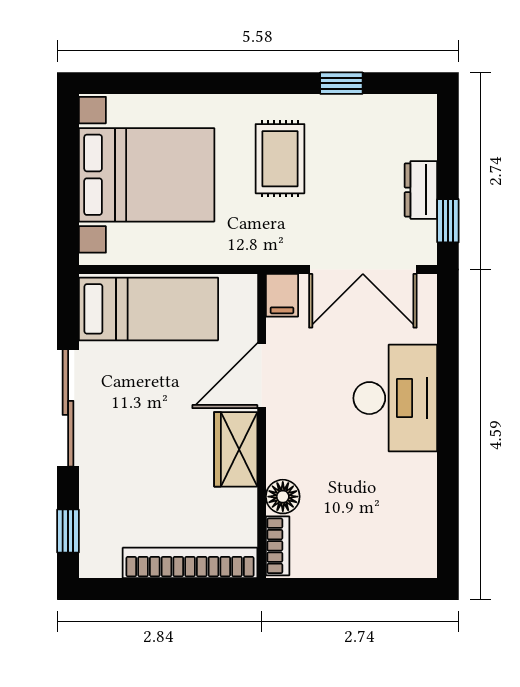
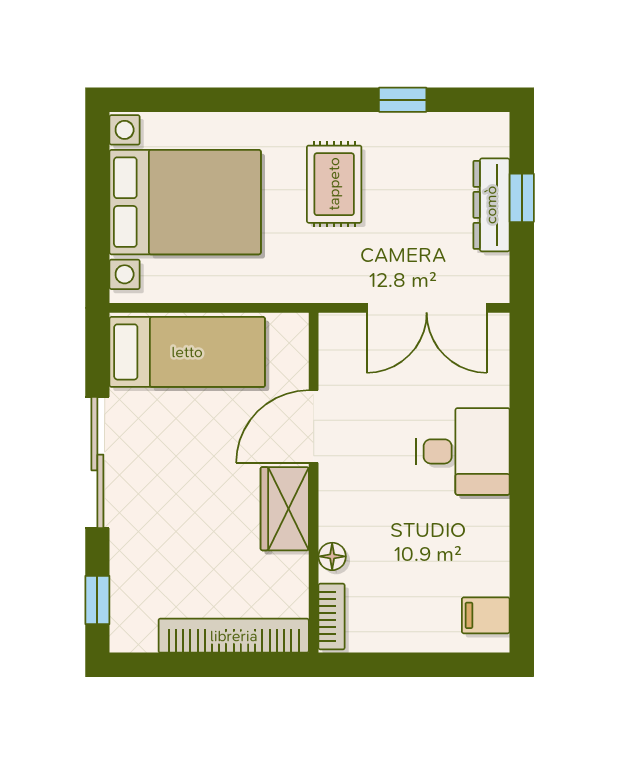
dresser: (421, 190) -> (491, 205), width x1.44
window: (448, 221) -> (522, 198), moved
filing cabinet: (282, 295) -> (486, 615), moved, turned 90
desk: (395, 398) -> (463, 451), width x0.73
floor lamp: (283, 497) -> (332, 556), width x0.73, depth x0.73

